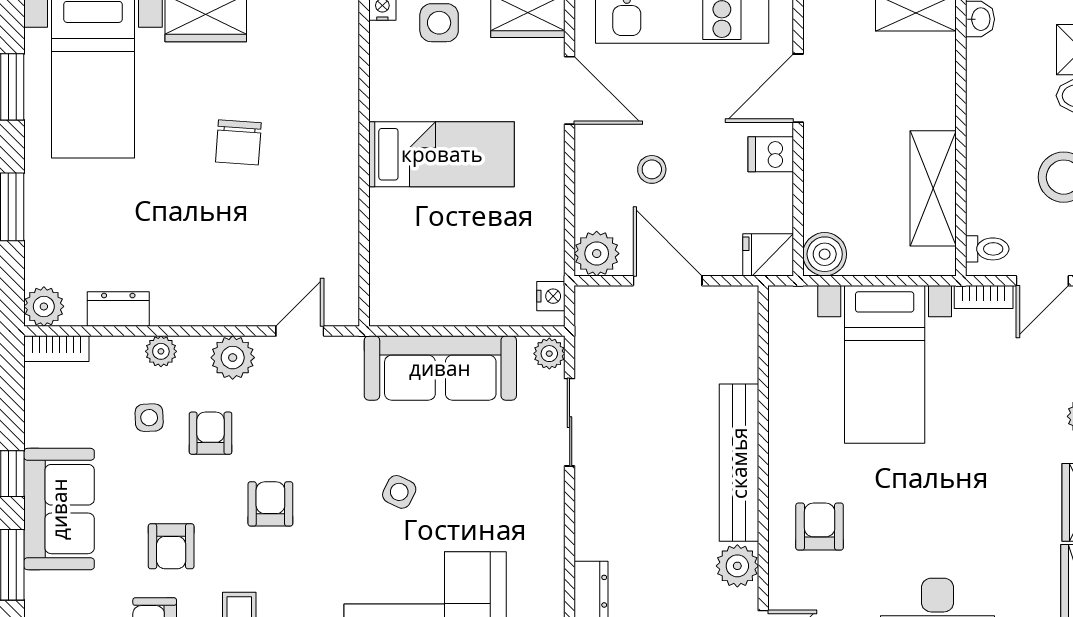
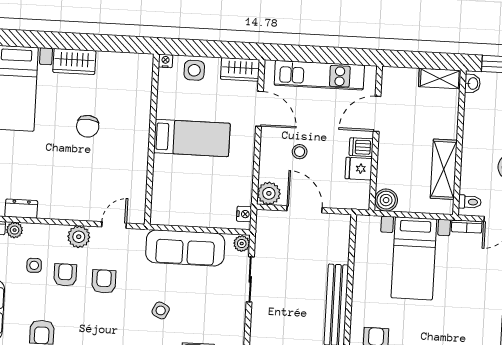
fridge: (768, 255) -> (359, 169), moved
plant: (161, 351) -> (15, 230), moved
armchair: (270, 504) -> (104, 282), moved

